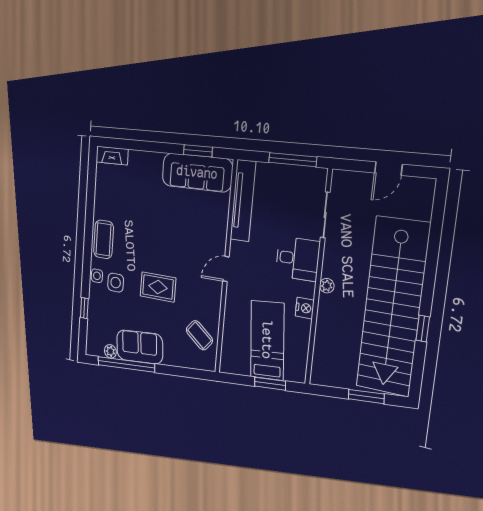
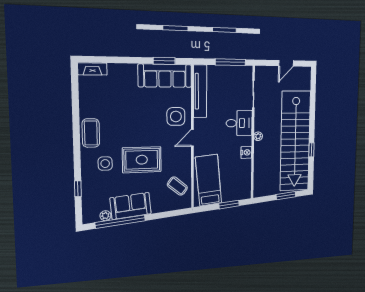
side table: (97, 276) -> (176, 116), moved, width x1.87, depth x1.87
rug: (158, 287) -> (142, 160), width x1.36, depth x1.43
bed: (267, 340) -> (209, 180), moved

